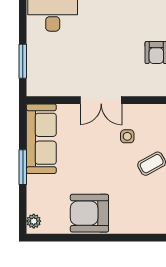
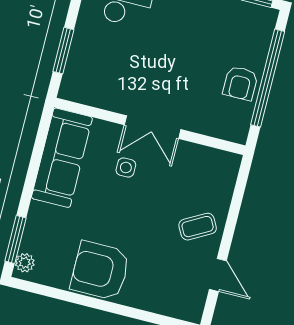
side table: (127, 136) -> (126, 167), moved
window: (23, 167) -> (15, 239), moved

